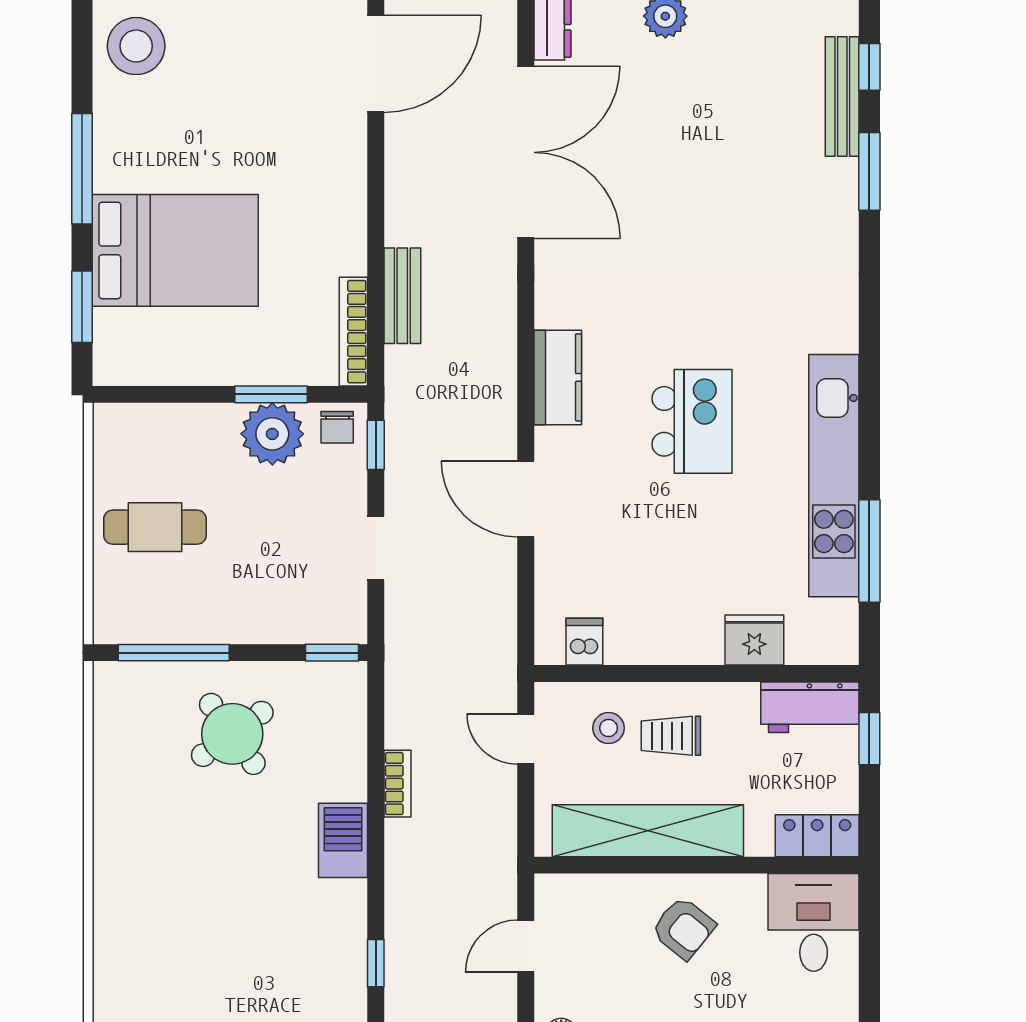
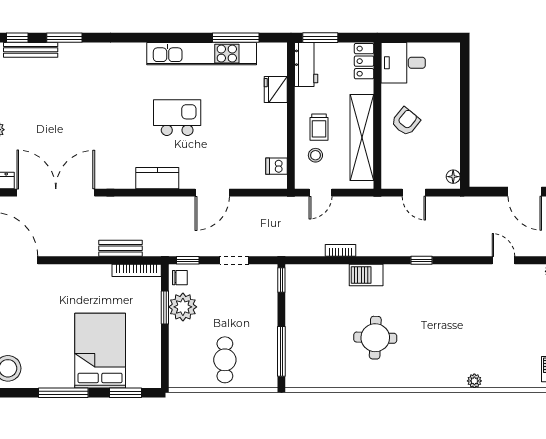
round table: (232, 734) -> (375, 338), moved, turned 38
window: (869, 739) -> (320, 38), width x1.50

